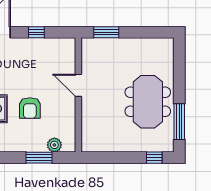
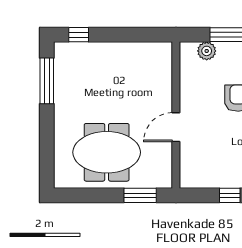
door: (78, 85) -> (176, 127), swing flipped
meeting table: (148, 102) -> (107, 152), moved, turned 90

